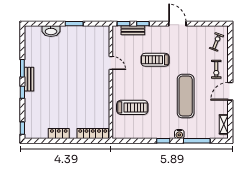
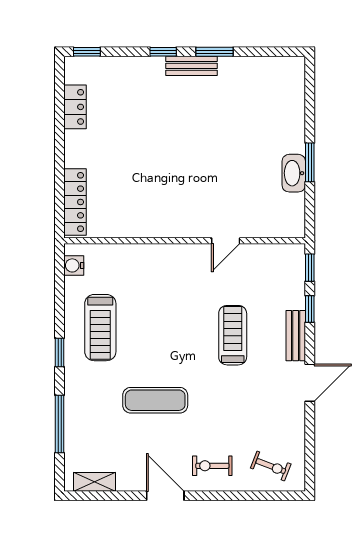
bench: (133, 30) -> (296, 336), moved
washbasin: (51, 31) -> (294, 173), moved
exercise mat: (186, 96) -> (155, 400), width x0.73, depth x0.69
treadmill: (132, 107) -> (100, 328), moved
locker: (59, 134) -> (75, 107), moved
water cooler: (179, 134) -> (74, 265), moved

